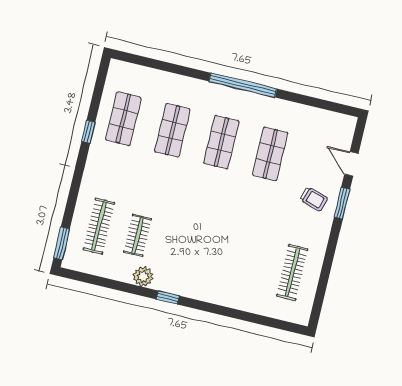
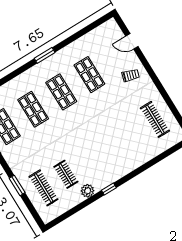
window: (243, 85) -> (45, 55), width x0.47
window: (342, 203) -> (146, 64), removed
window: (62, 243) -> (17, 185), moved

